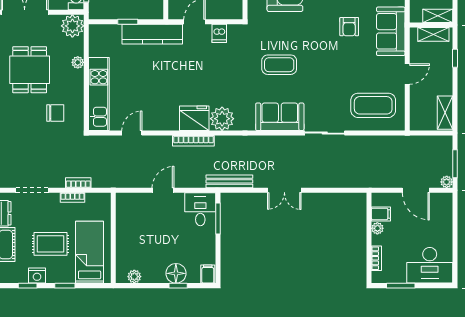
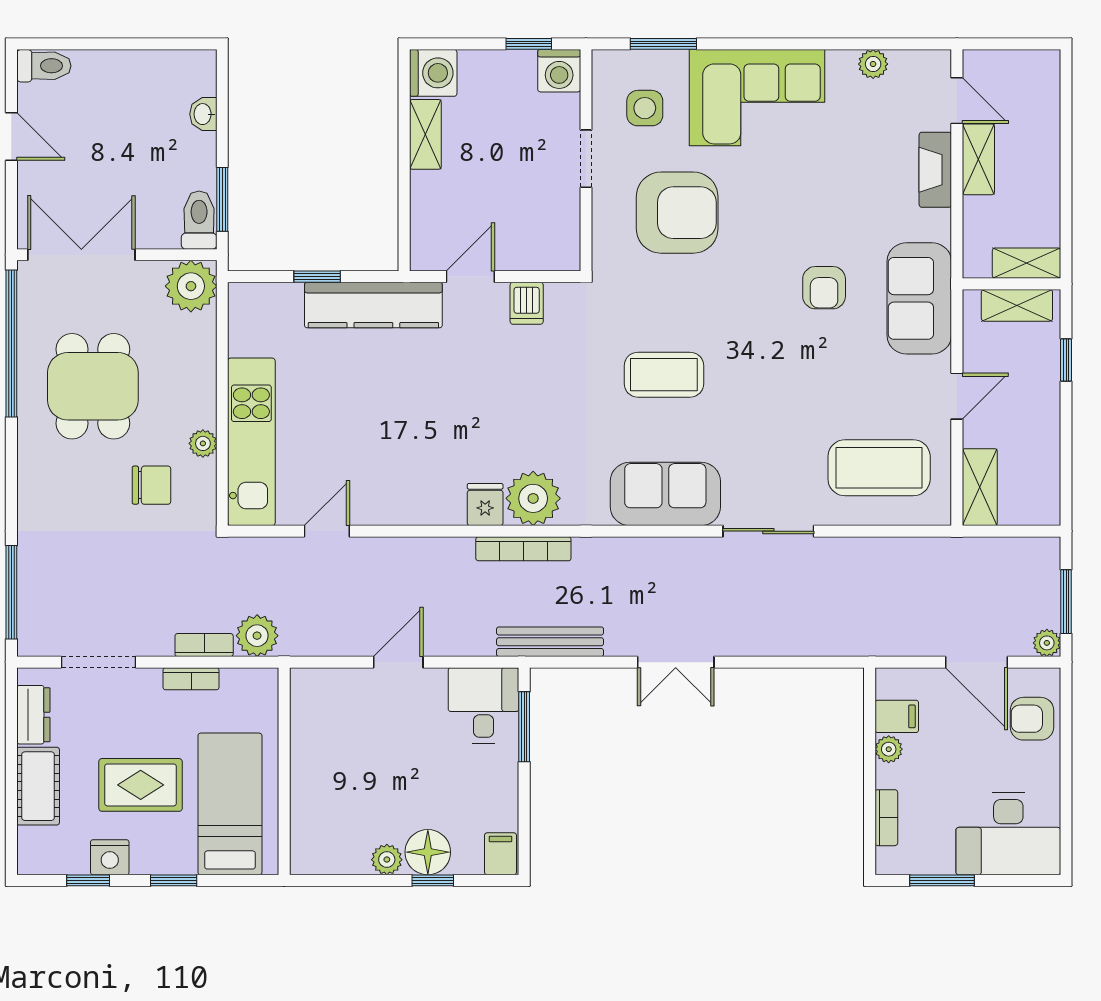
plant: (78, 62) -> (203, 443), moved
shelving: (445, 113) -> (980, 487), moved
fridge: (194, 118) -> (485, 505), width x0.53, depth x0.75
bookcase: (193, 141) -> (523, 549), moved
plant: (101, 179) -> (257, 636), added
armchair: (440, 215) -> (1032, 719), added
plant: (134, 277) -> (387, 860), moved

